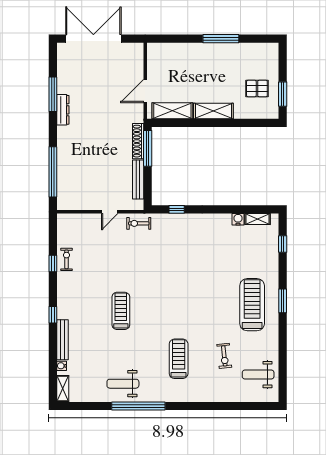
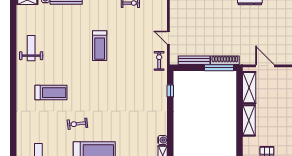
treadmill: (121, 311) -> (100, 46), moved, turned 90
exercise bike: (224, 356) -> (77, 124), moved
window: (138, 406) -> (13, 61), removed

